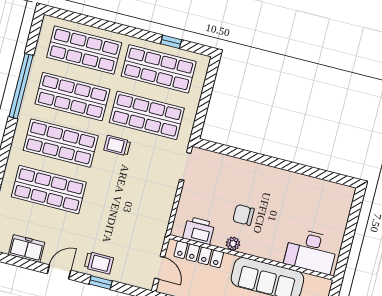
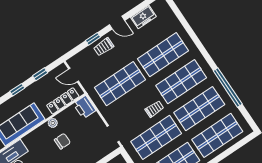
shop shelf: (123, 208) -> (120, 84), added
printer: (199, 230) -> (84, 107), moved, turned 90
door: (59, 272) -> (117, 23), hinge flipped

